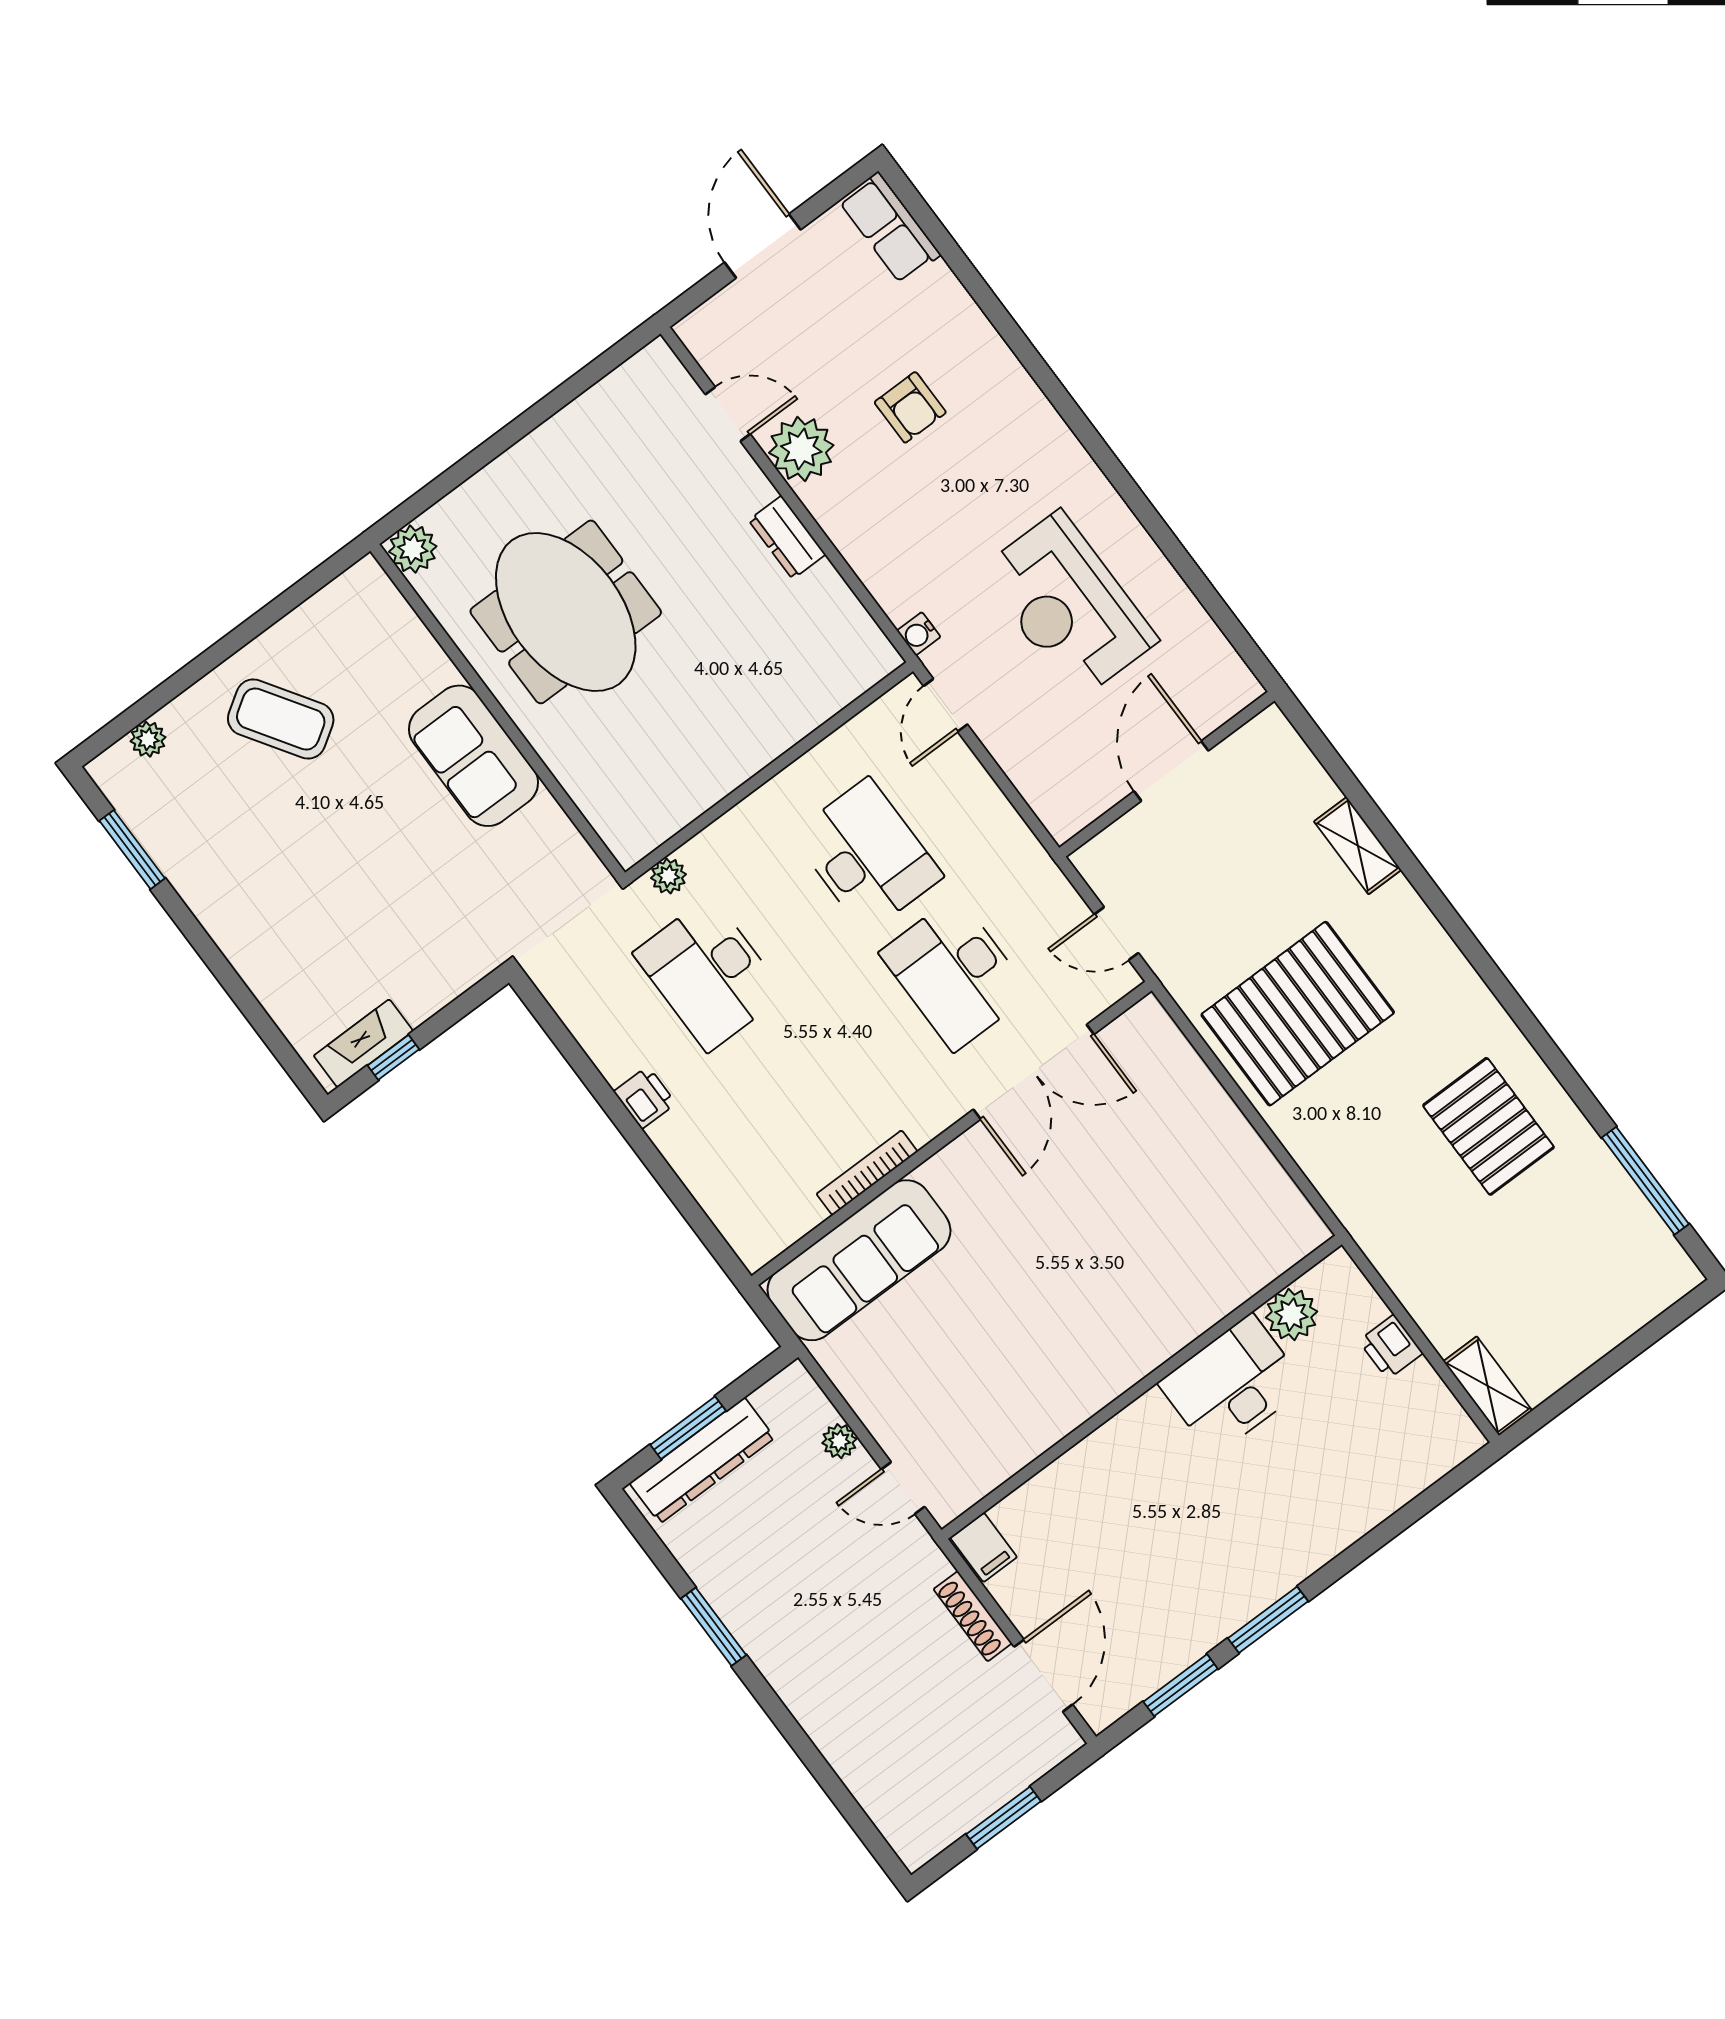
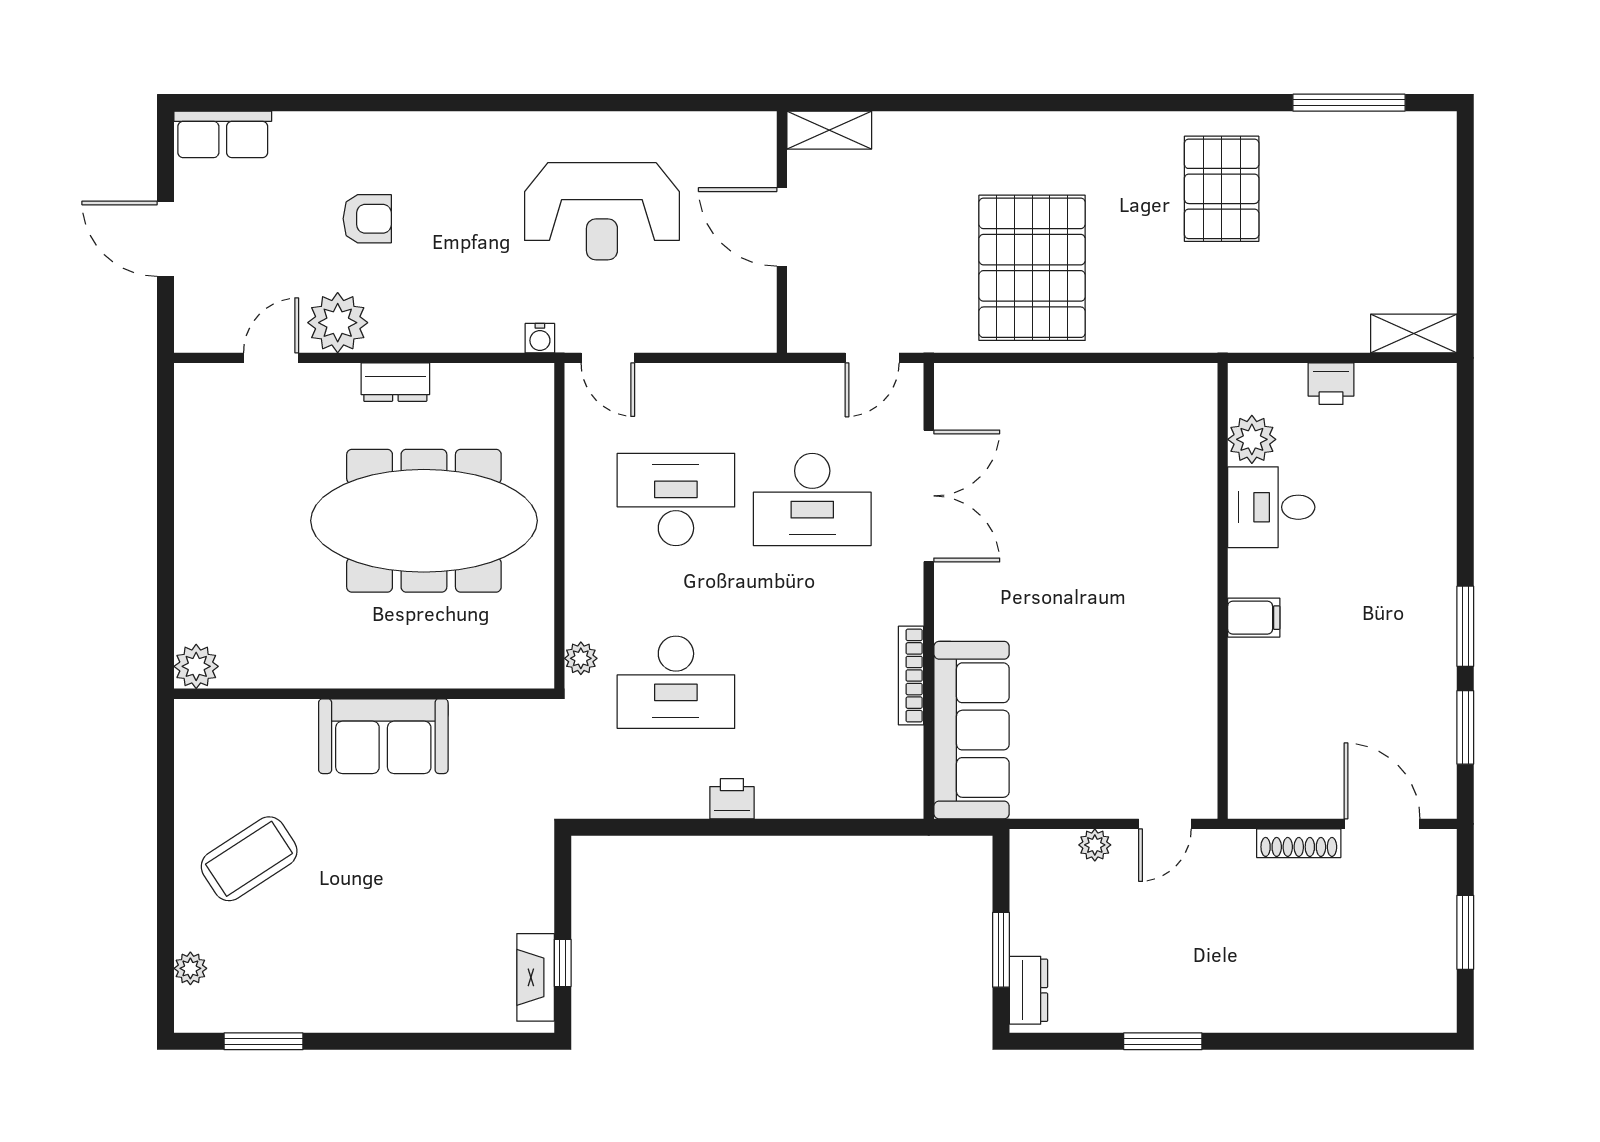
meeting table: (566, 612) -> (424, 521), moved, width x1.36
shelving: (1358, 846) -> (829, 130), moved
pallet: (1488, 1126) -> (1222, 189), turned 90
desk: (1232, 1385) -> (1271, 507), width x0.73
dresser: (702, 1461) -> (1028, 990), width x0.51, depth x0.80
filing cabinet: (984, 1547) -> (1254, 618), moved

